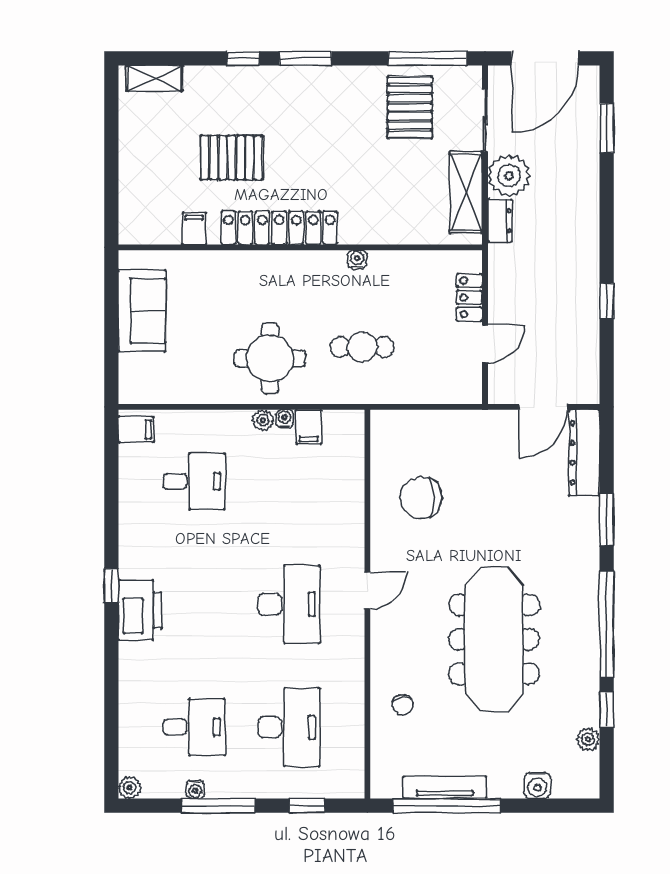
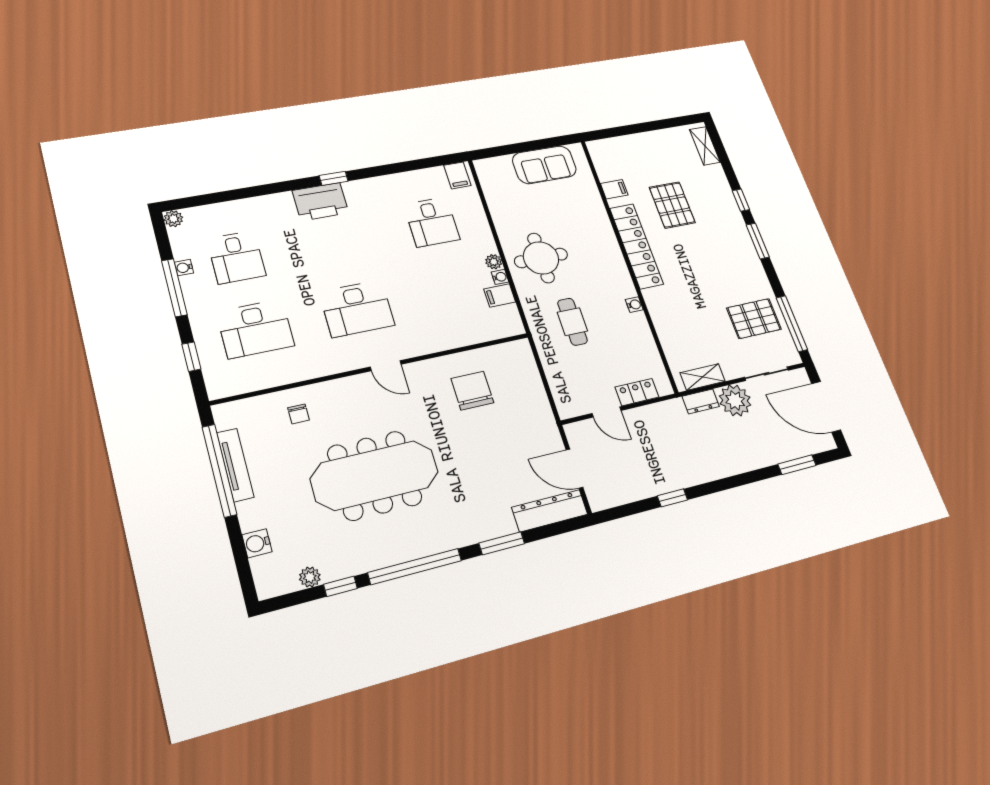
shelving: (466, 193) -> (703, 377), width x0.67, depth x0.75
chair: (403, 705) -> (299, 414), turned -83

